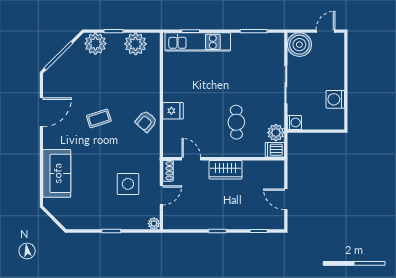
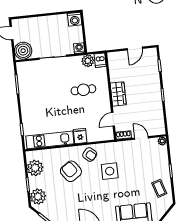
kitchen unit: (198, 42) -> (50, 140), moved, turned -90
armchair: (126, 93) -> (71, 171), added
washing machine: (335, 99) -> (75, 19), moved
coffee table: (99, 118) -> (159, 188), moved
side table: (128, 184) -> (110, 171), moved

